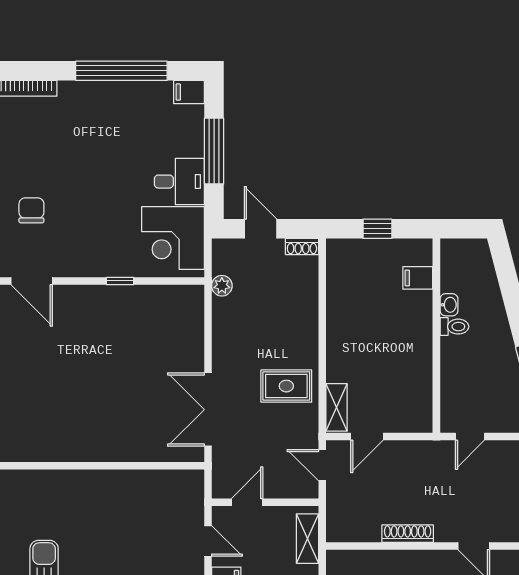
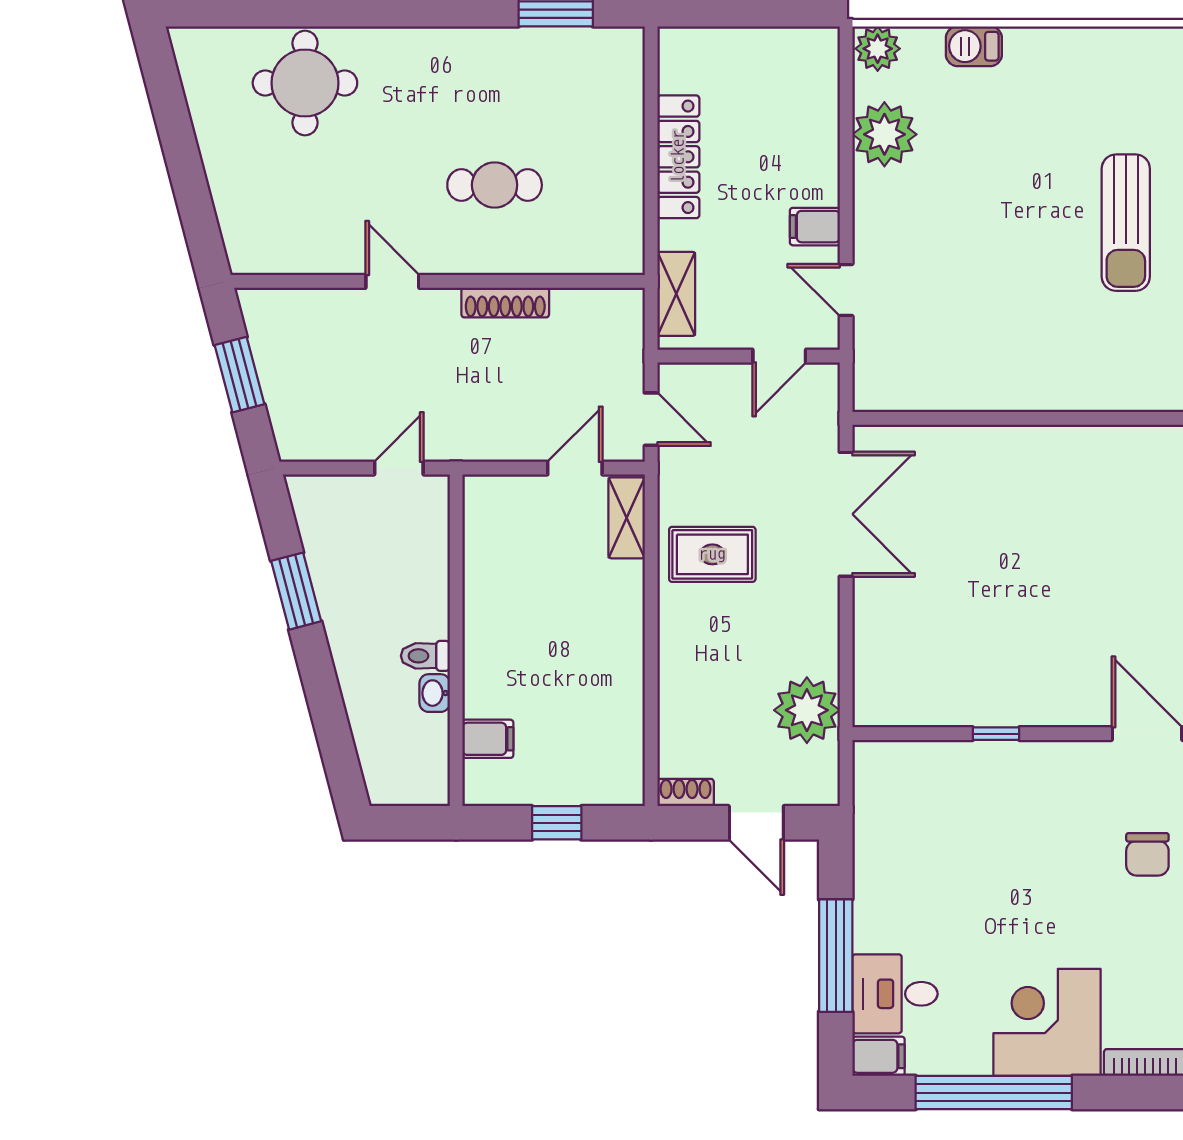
desk: (179, 182) -> (895, 994), moved
corner desk: (173, 238) -> (1047, 1022), moved, turned -90
plant: (222, 286) -> (807, 710), width x1.87, depth x1.87

